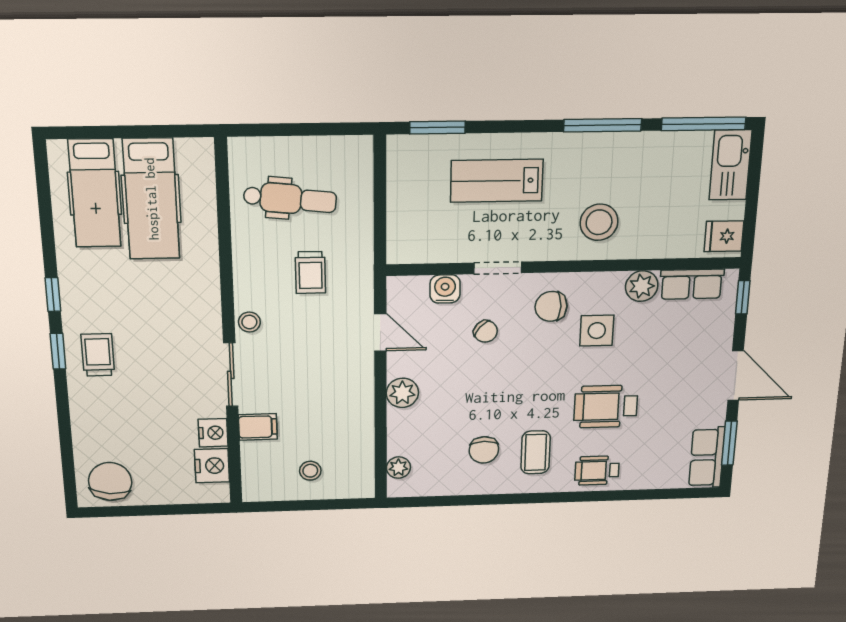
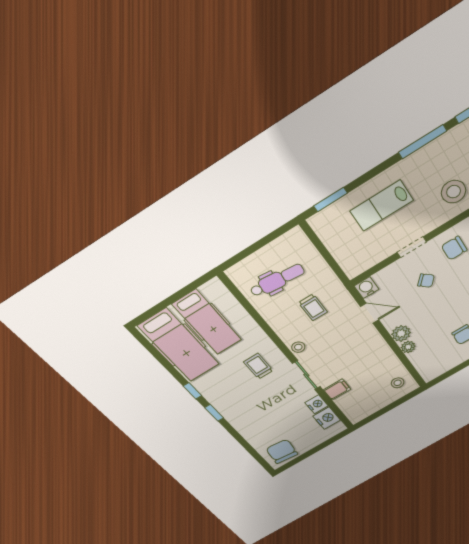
hospital bed: (95, 193) -> (179, 345), width x1.37, depth x1.29
water cooler: (445, 289) -> (367, 288), moved
trolley: (98, 355) -> (258, 366), moved
plant: (398, 468) -> (408, 347), moved
stool: (310, 471) -> (398, 383), moved

